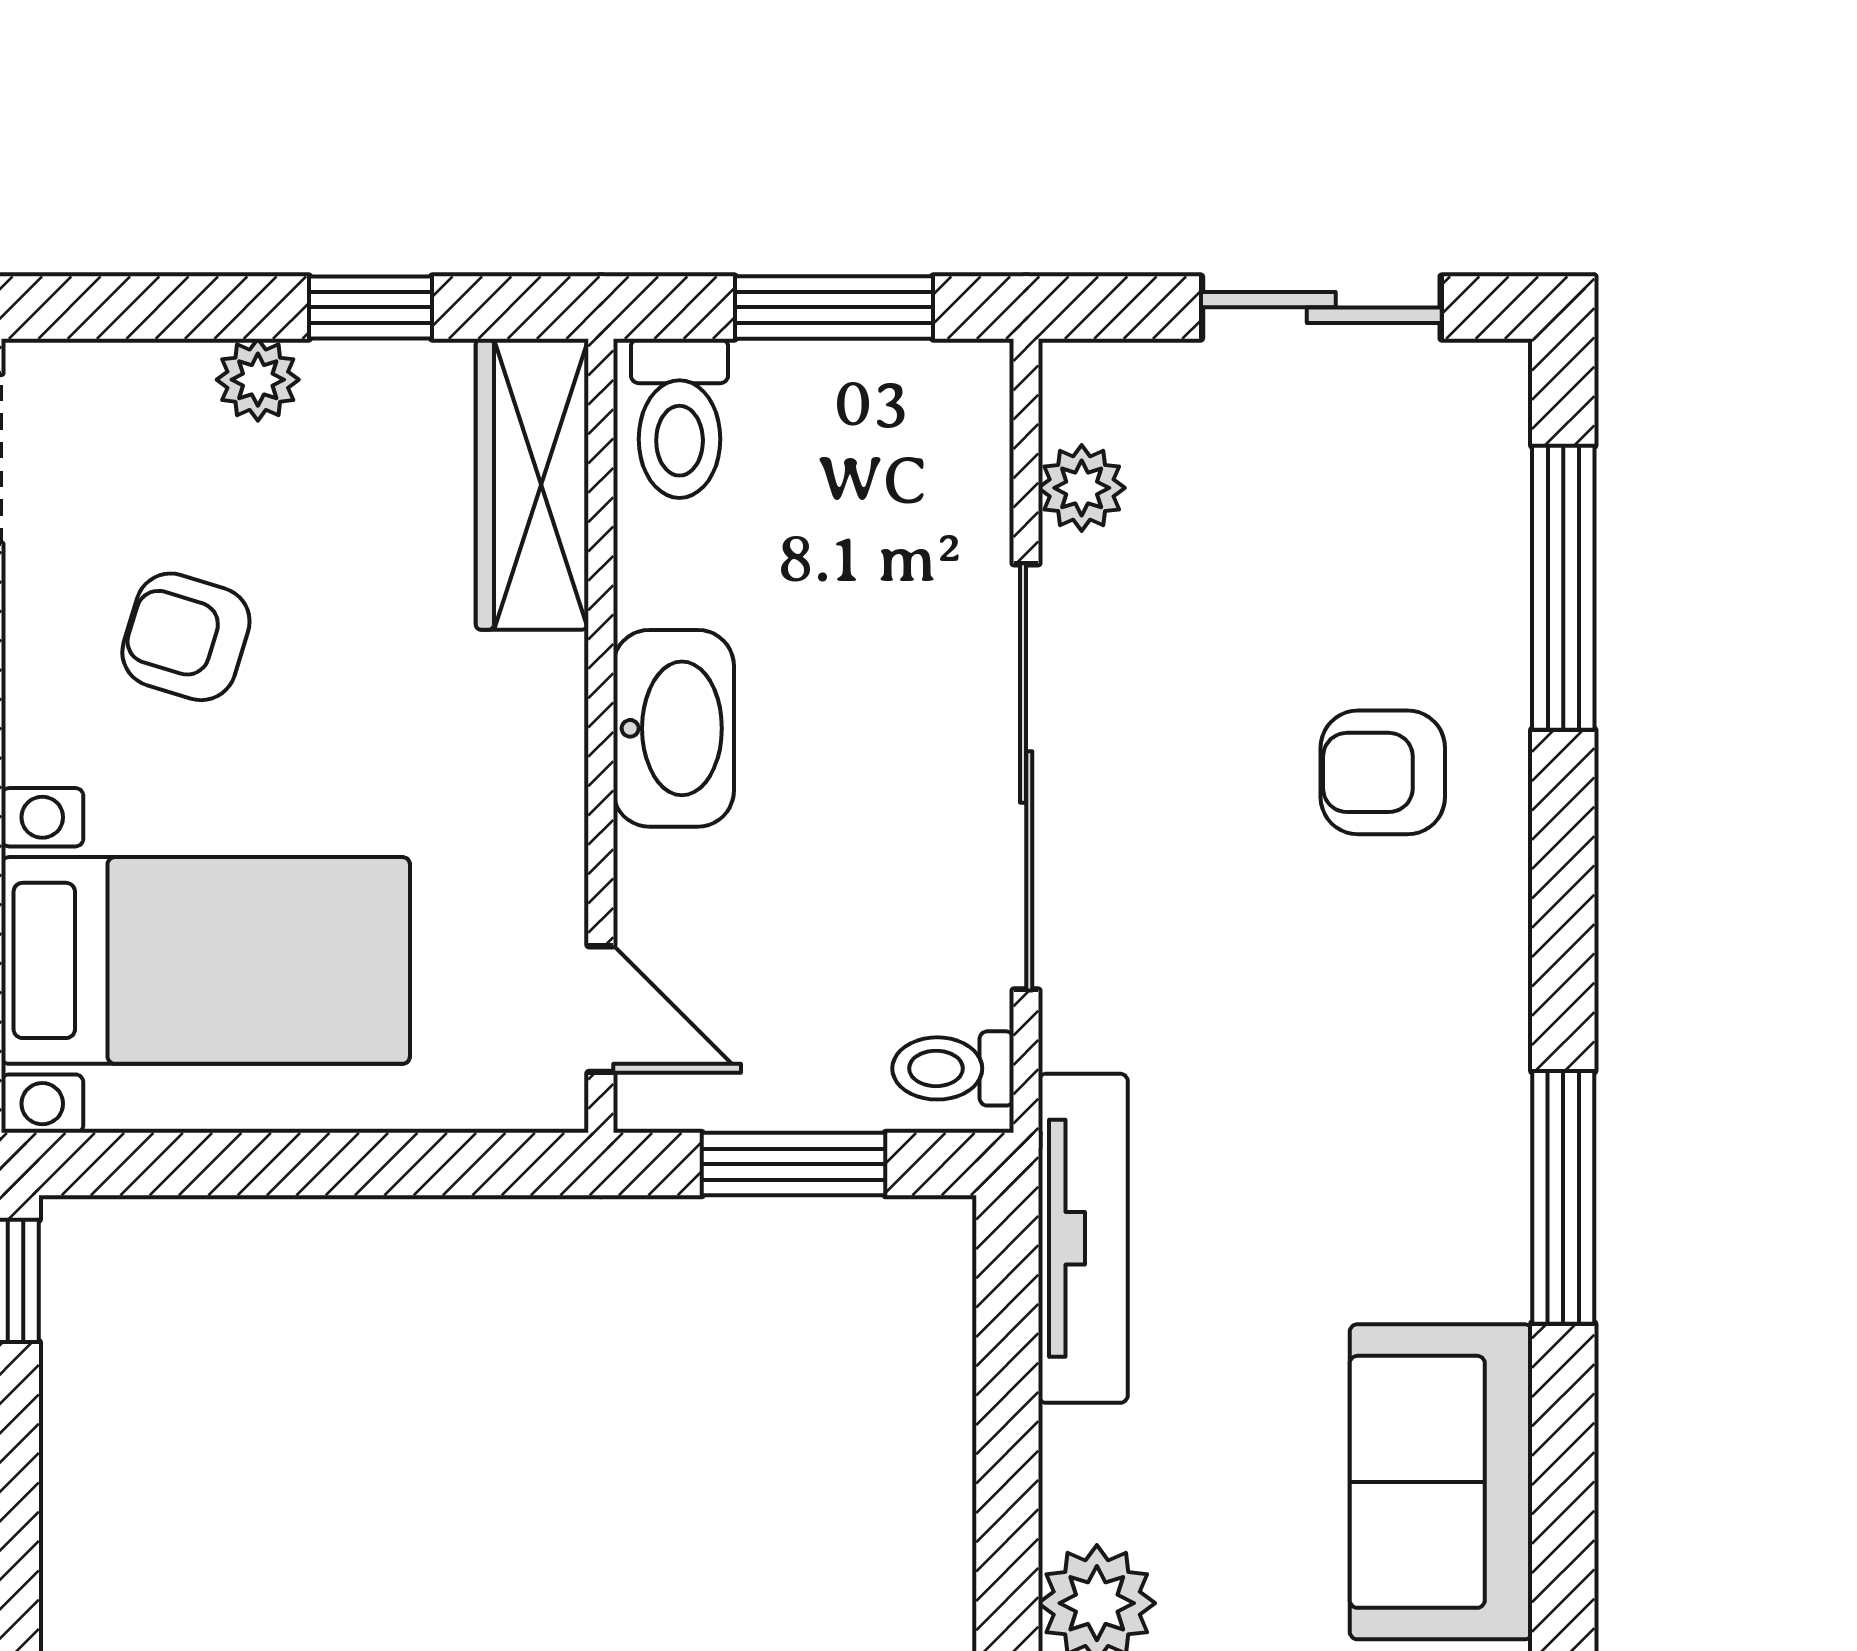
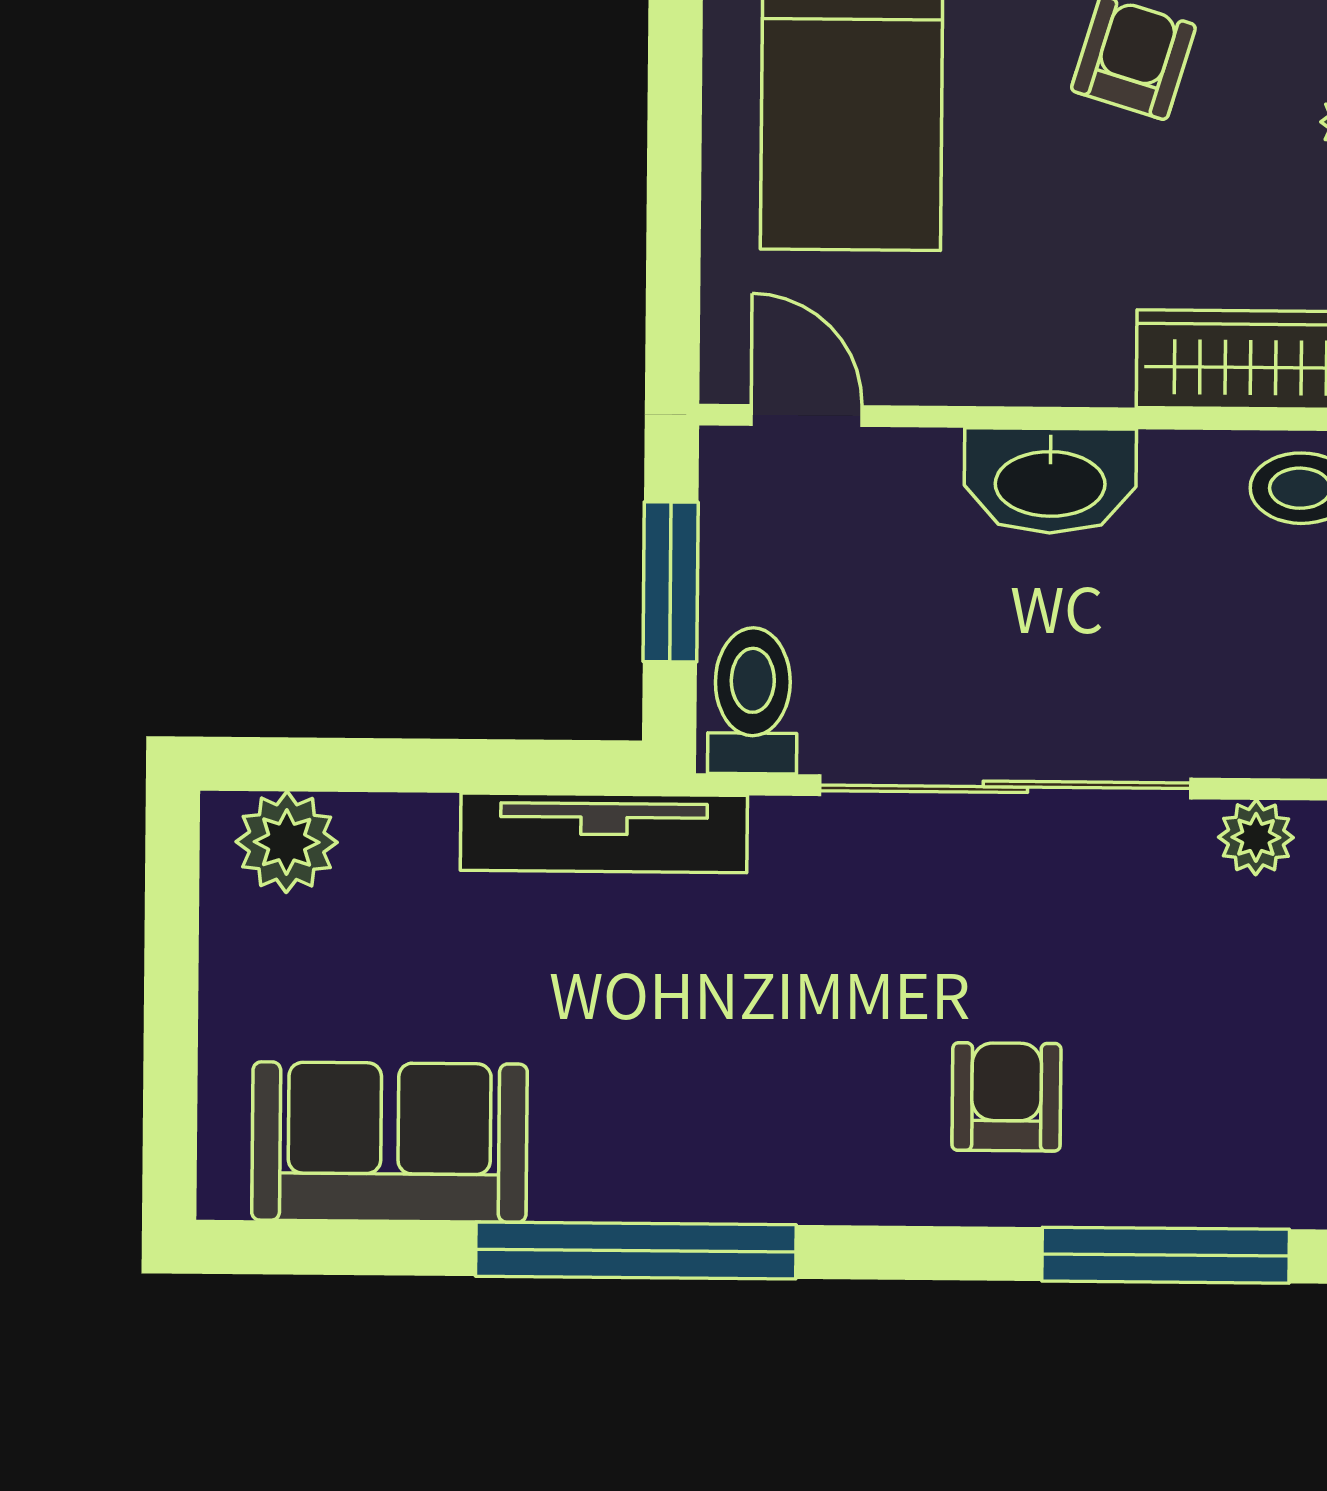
door: (601, 1009) -> (807, 416), swing flipped
toilet: (953, 1068) -> (753, 701), width x1.37, depth x1.39
window: (1563, 1197) -> (636, 1251), width x1.46

